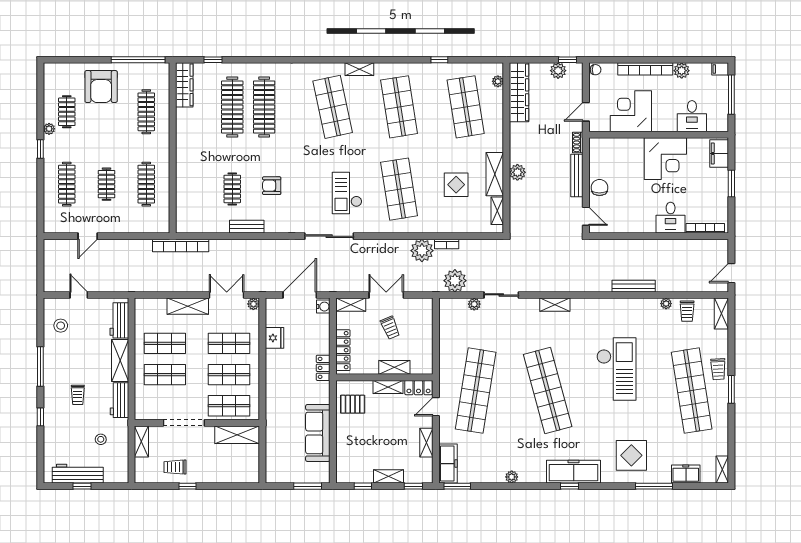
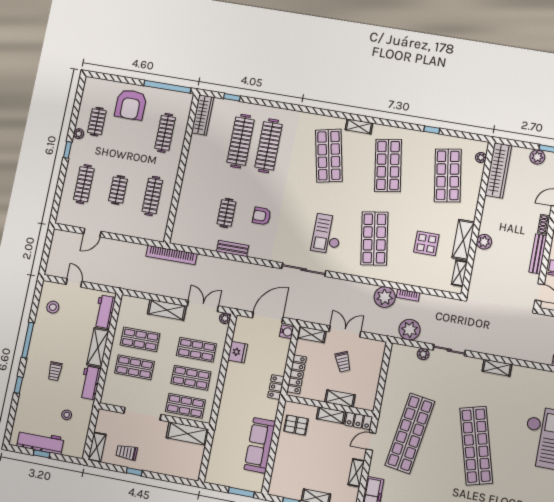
shelving: (141, 441) -> (97, 447), moved

